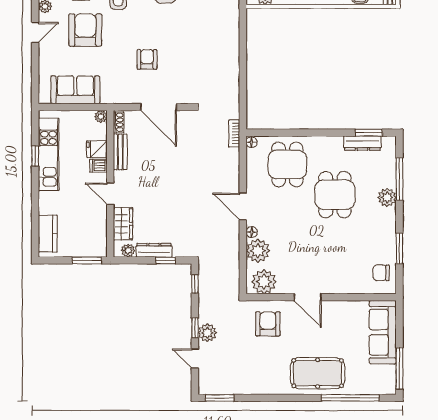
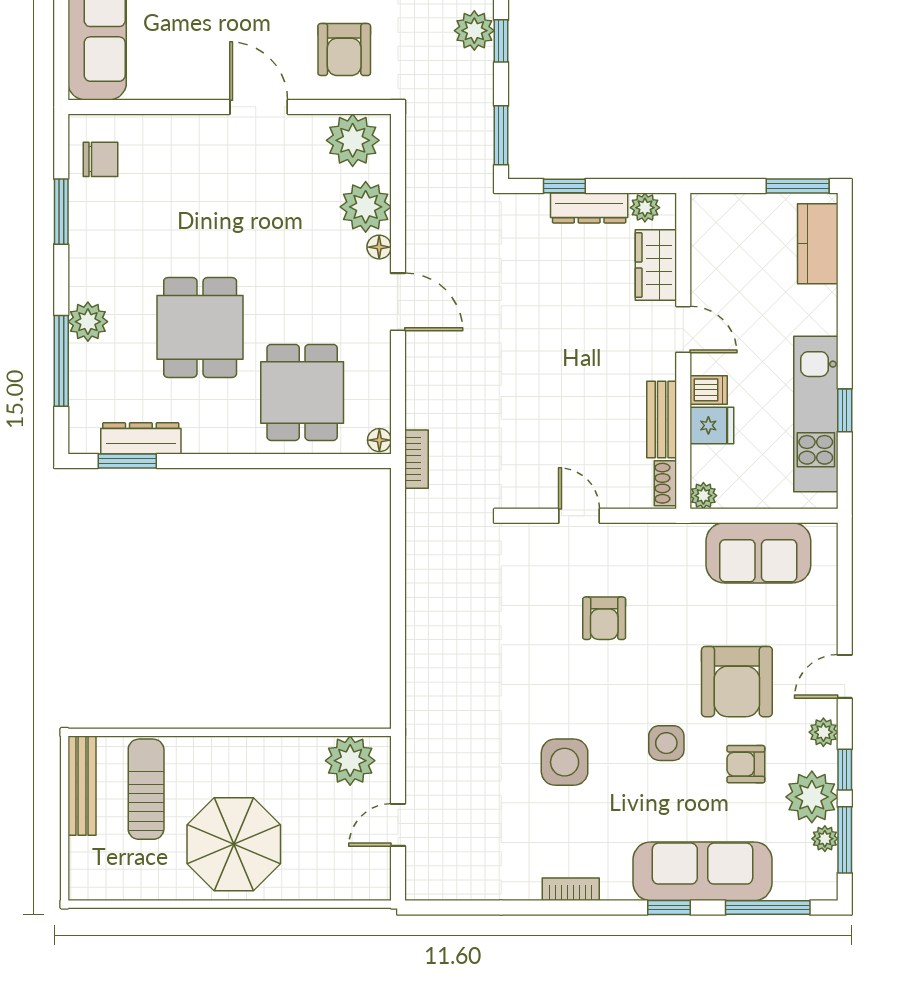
door: (159, 107) -> (579, 516), width x0.53
window: (87, 260) -> (798, 186), moved
window: (195, 284) -> (501, 135), width x1.50

